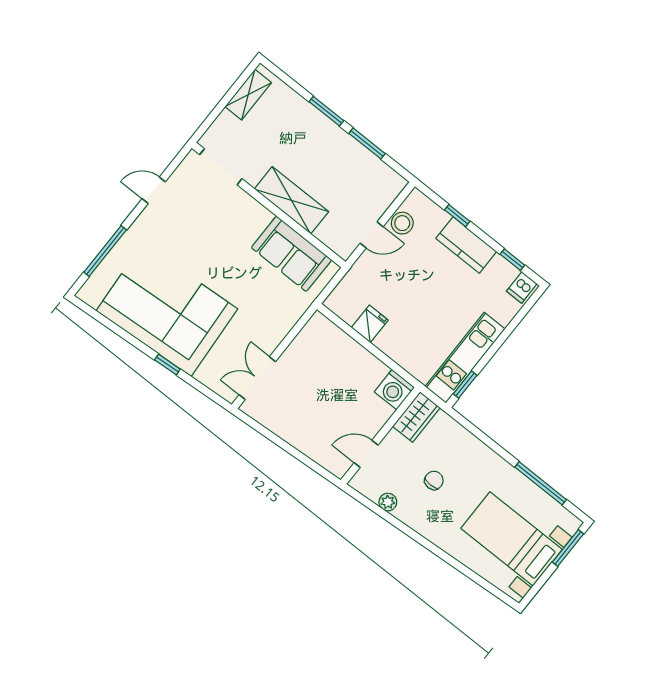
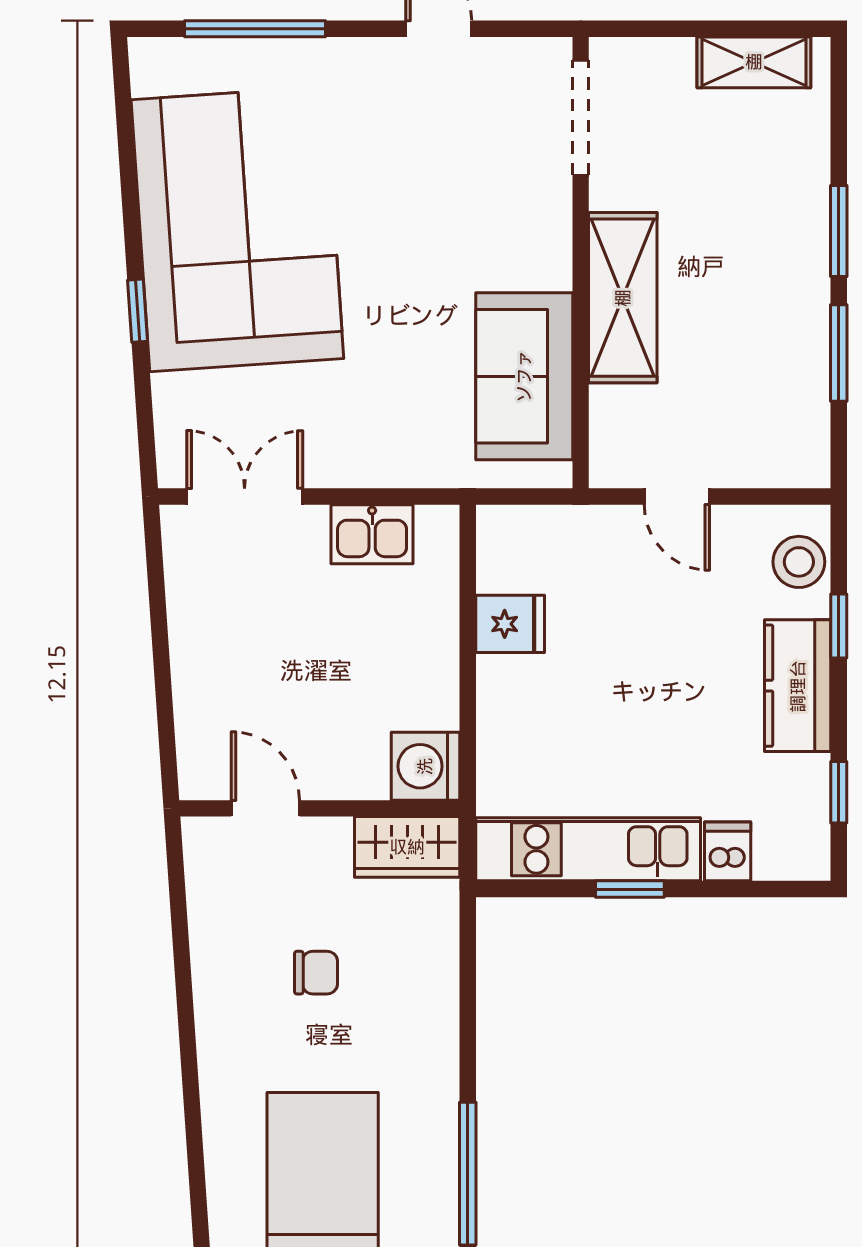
stool: (402, 223) -> (799, 562), moved
dishwasher: (522, 287) -> (728, 851), moved, turned 90
kitchen sink: (304, 346) -> (372, 534), added
window: (465, 385) -> (630, 889), moved
plant: (388, 502) -> (208, 920), removed

